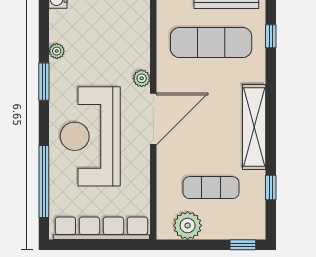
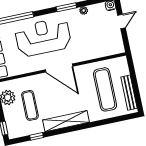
window: (271, 36) -> (115, 120), removed
plant: (142, 78) -> (79, 57), removed

